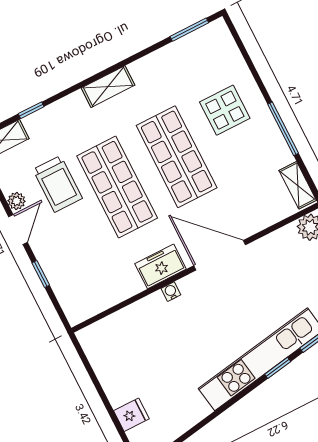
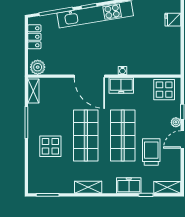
shelving: (108, 87) -> (88, 187), moved
freezer: (66, 111) -> (129, 185), added
plant: (16, 201) -> (176, 122), moved
display table: (88, 295) -> (164, 90), added

